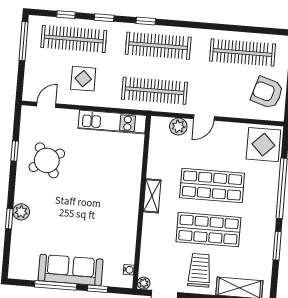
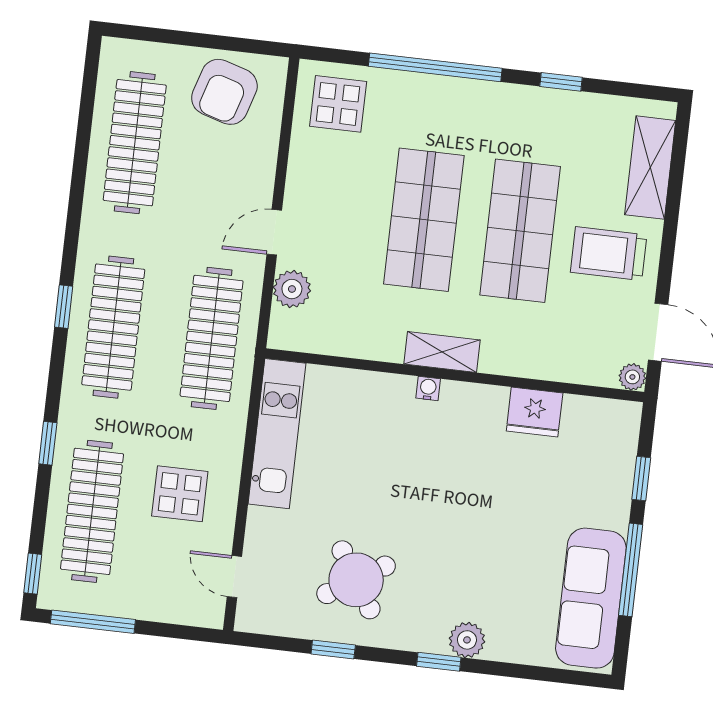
window: (66, 15) -> (33, 574), moved
window: (146, 21) -> (64, 307), moved
door: (204, 118) -> (274, 232), swing flipped
display table: (263, 145) -> (338, 104), width x0.73, depth x0.73
window: (9, 219) -> (439, 662), moved
fridge: (126, 239) -> (535, 412), added
window: (277, 246) -> (561, 82), width x0.67
sofa: (71, 270) -> (591, 598), moved
water cooler: (129, 270) -> (428, 388), moved

